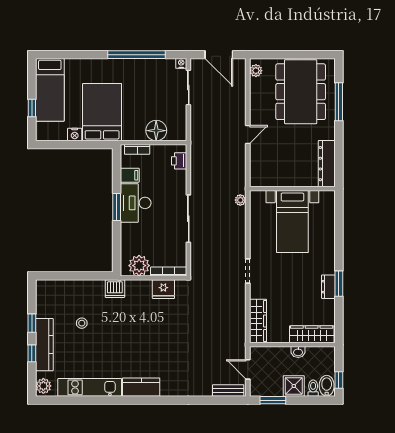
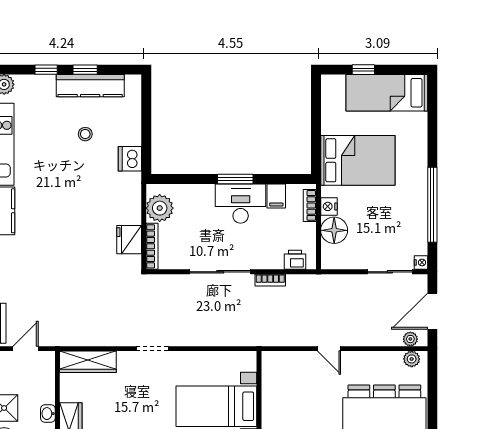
nightstand: (75, 134) -> (329, 206), moved
bookcase: (195, 180) -> (270, 280), added
plant: (240, 200) -> (410, 339), moved
dishwasher: (115, 289) -> (130, 159), moved
kitchen counter: (44, 345) -> (90, 86), moved

